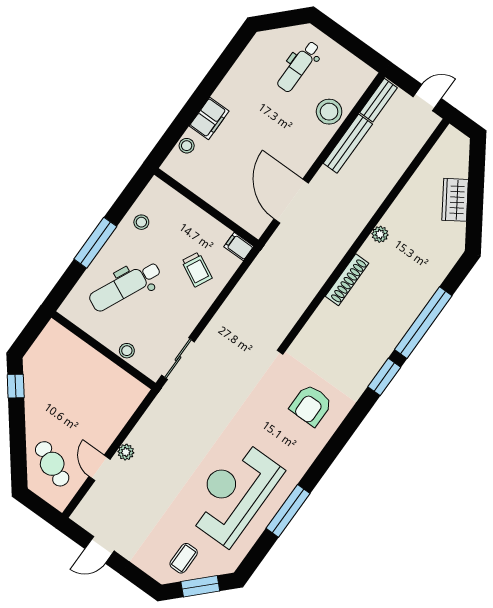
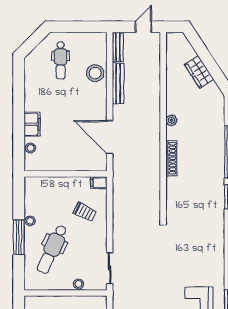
stool: (141, 222) -> (30, 221), moved
armchair: (311, 405) -> (201, 241), removed

